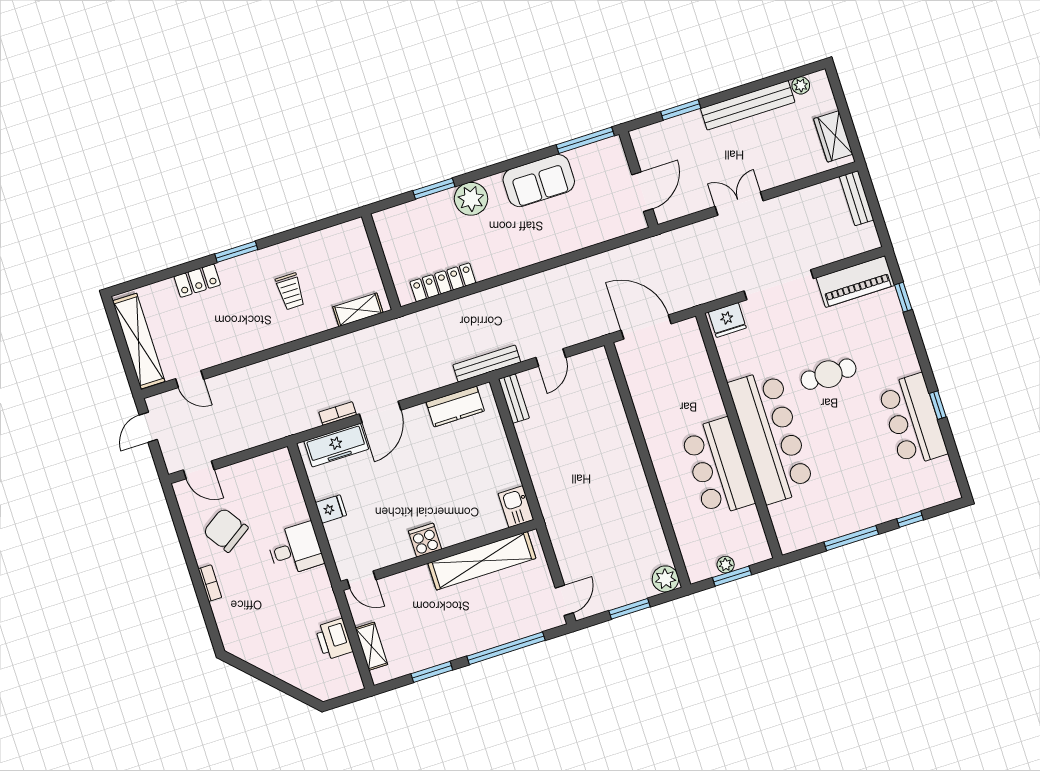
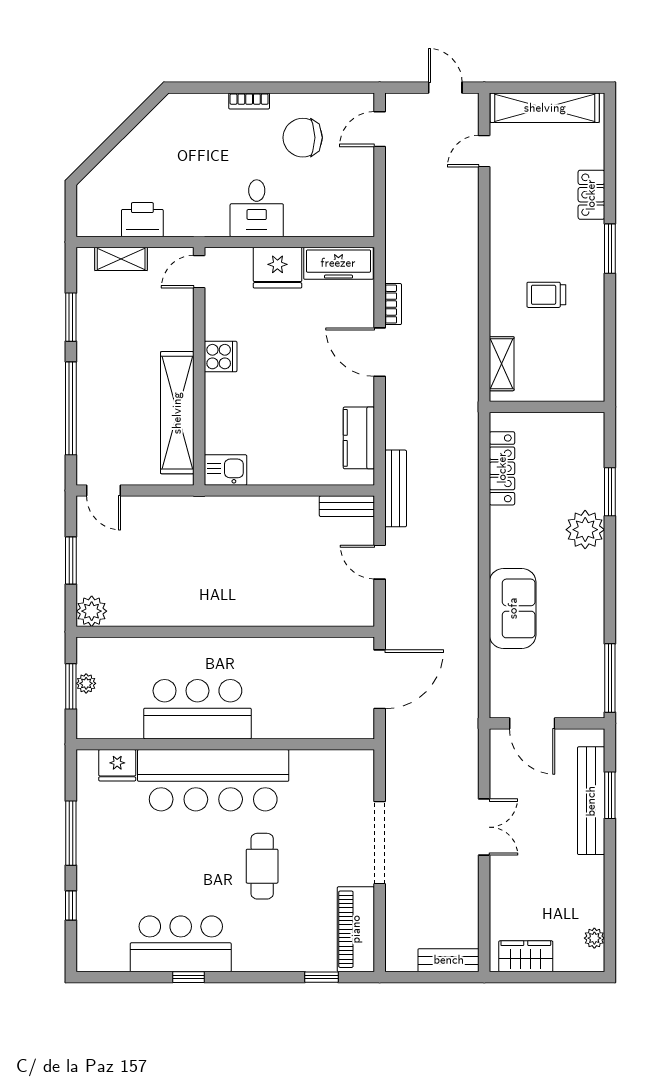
bench: (748, 105) -> (591, 801), moved
sofa: (539, 181) -> (513, 608), moved, turned 180
fridge: (727, 320) -> (117, 765), moved, turned -90
freezer: (336, 445) -> (338, 263), moved, turned -90
fridge: (331, 509) -> (277, 268), width x1.88, depth x1.34
chair: (226, 530) -> (303, 138), turned -146

